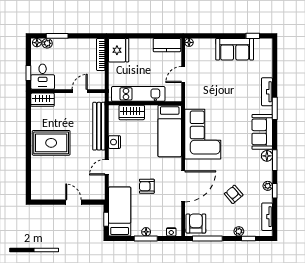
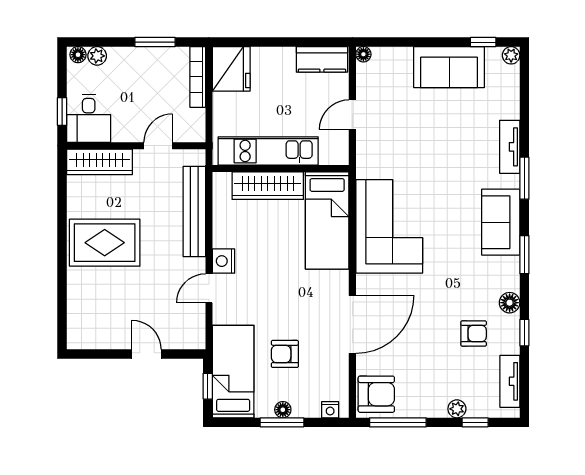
window: (57, 36) -> (155, 42), moved
wardrobe: (43, 100) -> (99, 162), width x1.50
wardrobe: (132, 112) -> (268, 186), width x1.50
nightstand: (114, 142) -> (224, 261), moved
floor lamp: (267, 156) -> (510, 303), moved
window: (275, 160) -> (524, 255), moved
armchair: (147, 186) -> (285, 354), moved
plant: (268, 186) -> (511, 55), moved
armchair: (234, 194) -> (474, 333), moved, turned 131
armchair: (196, 224) -> (376, 394), turned 90

